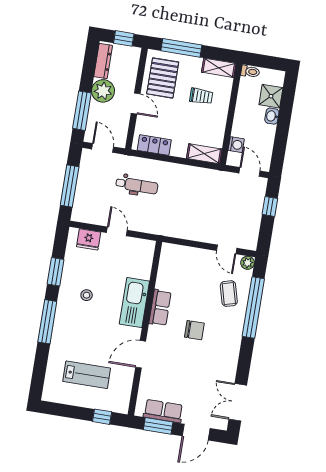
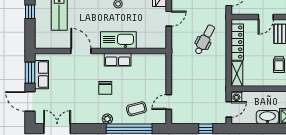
washbasin: (272, 116) -> (267, 117), width x1.91, depth x1.45
locker: (154, 145) -> (237, 42), width x1.53
washing machine: (236, 145) -> (236, 96), moved
dental chair: (137, 185) -> (205, 40), moved, turned -152
plant: (247, 263) -> (107, 119), moved
window: (102, 417) -> (30, 12), moved

